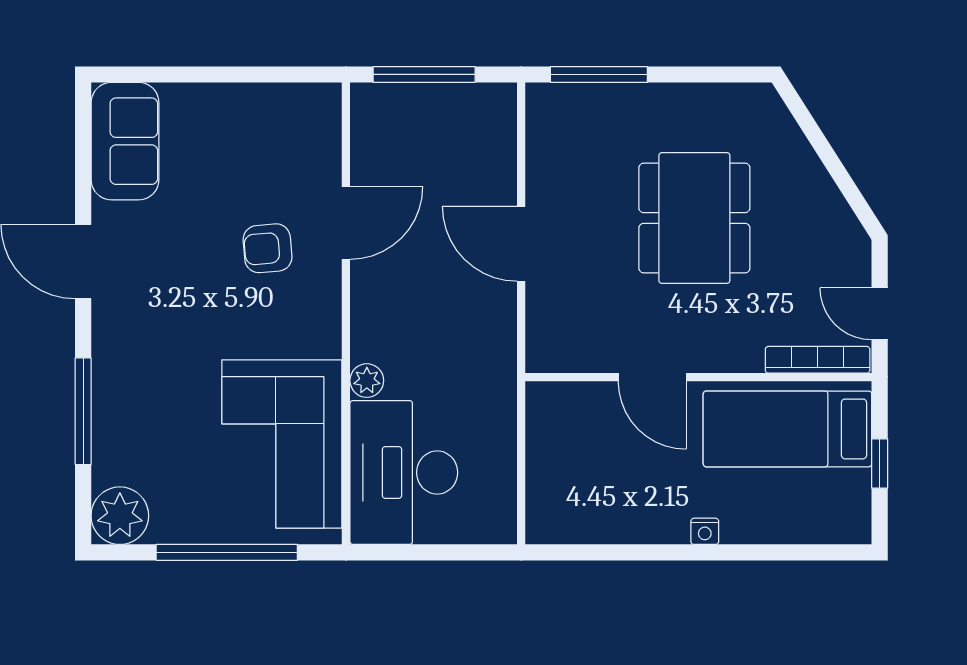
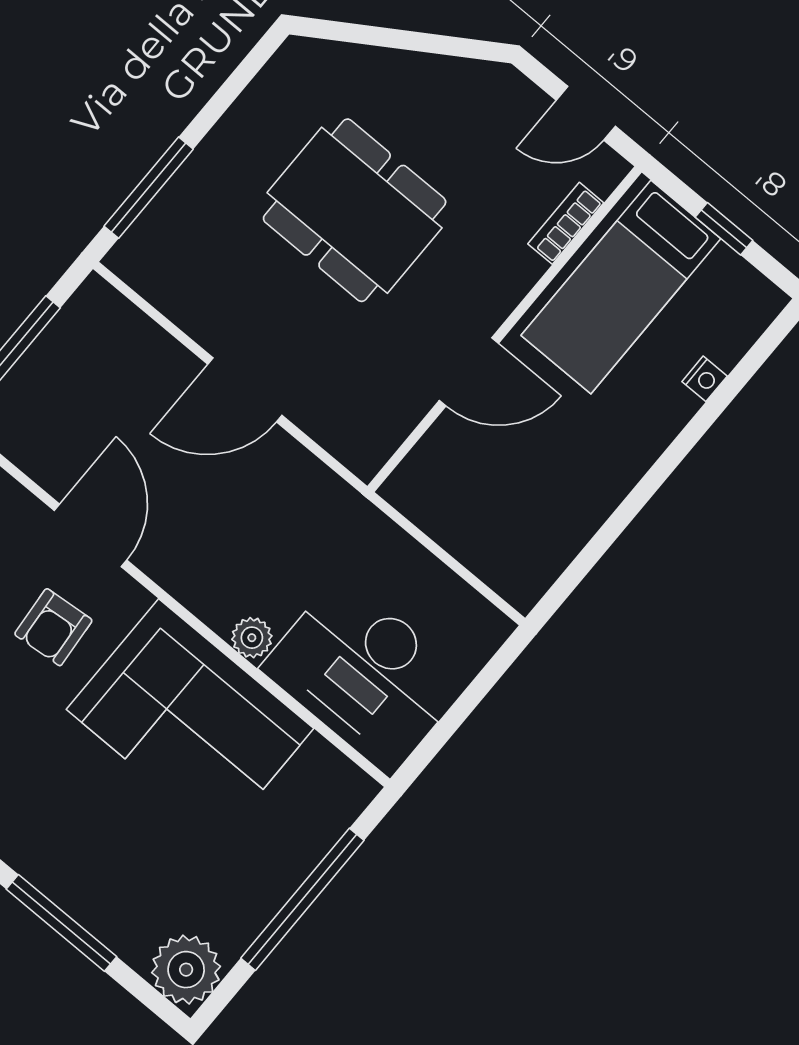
bookcase: (818, 360) -> (566, 223), width x0.64
corner sofa: (282, 444) -> (190, 719), moved
nightstand: (705, 531) -> (705, 379), moved

